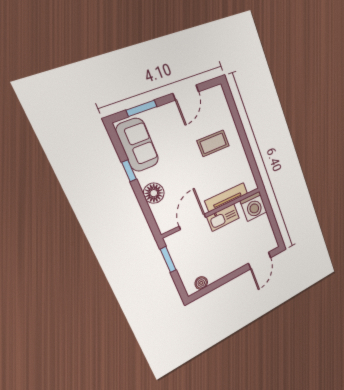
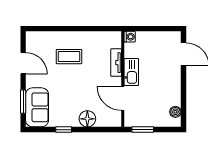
coffee table: (213, 143) -> (69, 57), turned 90
sofa: (137, 145) -> (37, 107), moved, turned 90
tv unit: (226, 197) -> (116, 63), width x0.71
washing machine: (254, 206) -> (130, 37), width x0.53, depth x0.53

